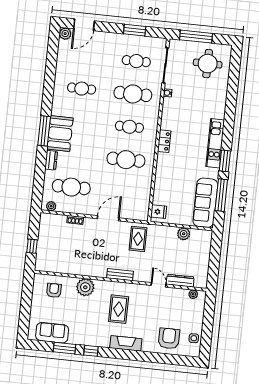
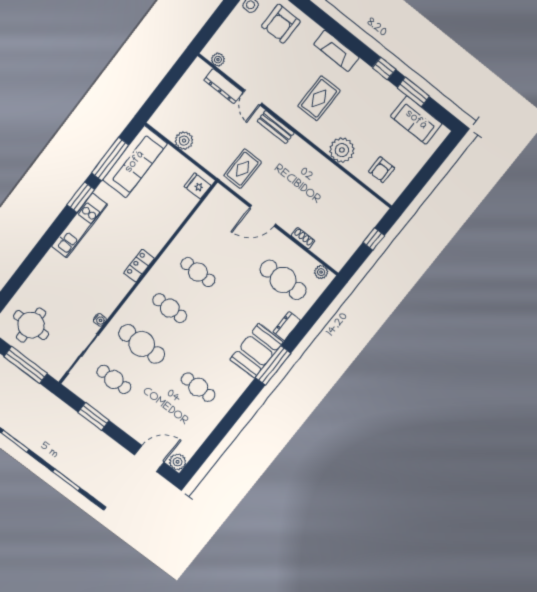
cafe table: (126, 160) -> (198, 272), width x0.73, depth x0.74
bench: (120, 275) -> (276, 127), moved

